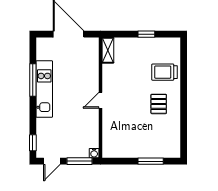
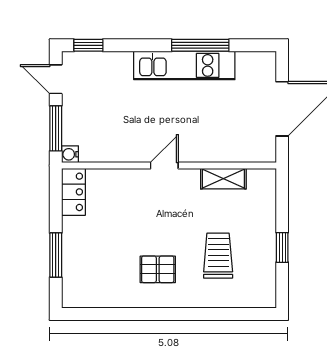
shelving: (108, 50) -> (223, 179), moved
trolley: (165, 72) -> (218, 256), moved
door: (100, 100) -> (164, 166), hinge flipped
locker: (115, 151) -> (73, 192), added

